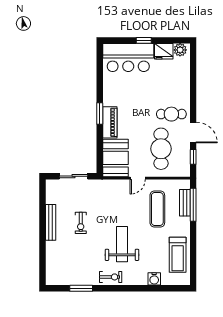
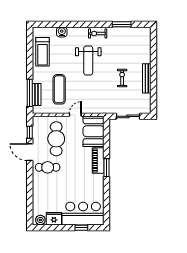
window: (144, 40) -> (81, 228), moved
treadmill: (178, 255) -> (43, 52), turned 180

